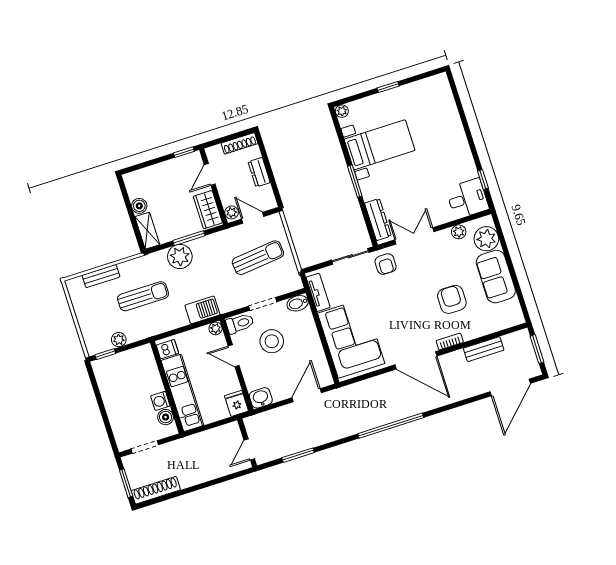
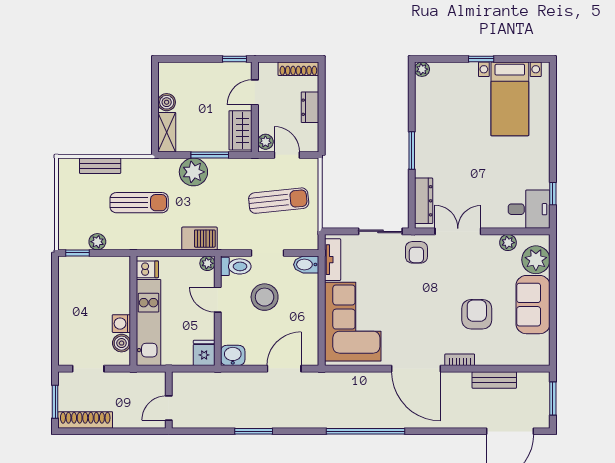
bed with nightstands: (380, 145) -> (510, 99), moved, turned 90
wall: (247, 443) -> (169, 400), moved
door: (249, 450) -> (169, 408), moved

